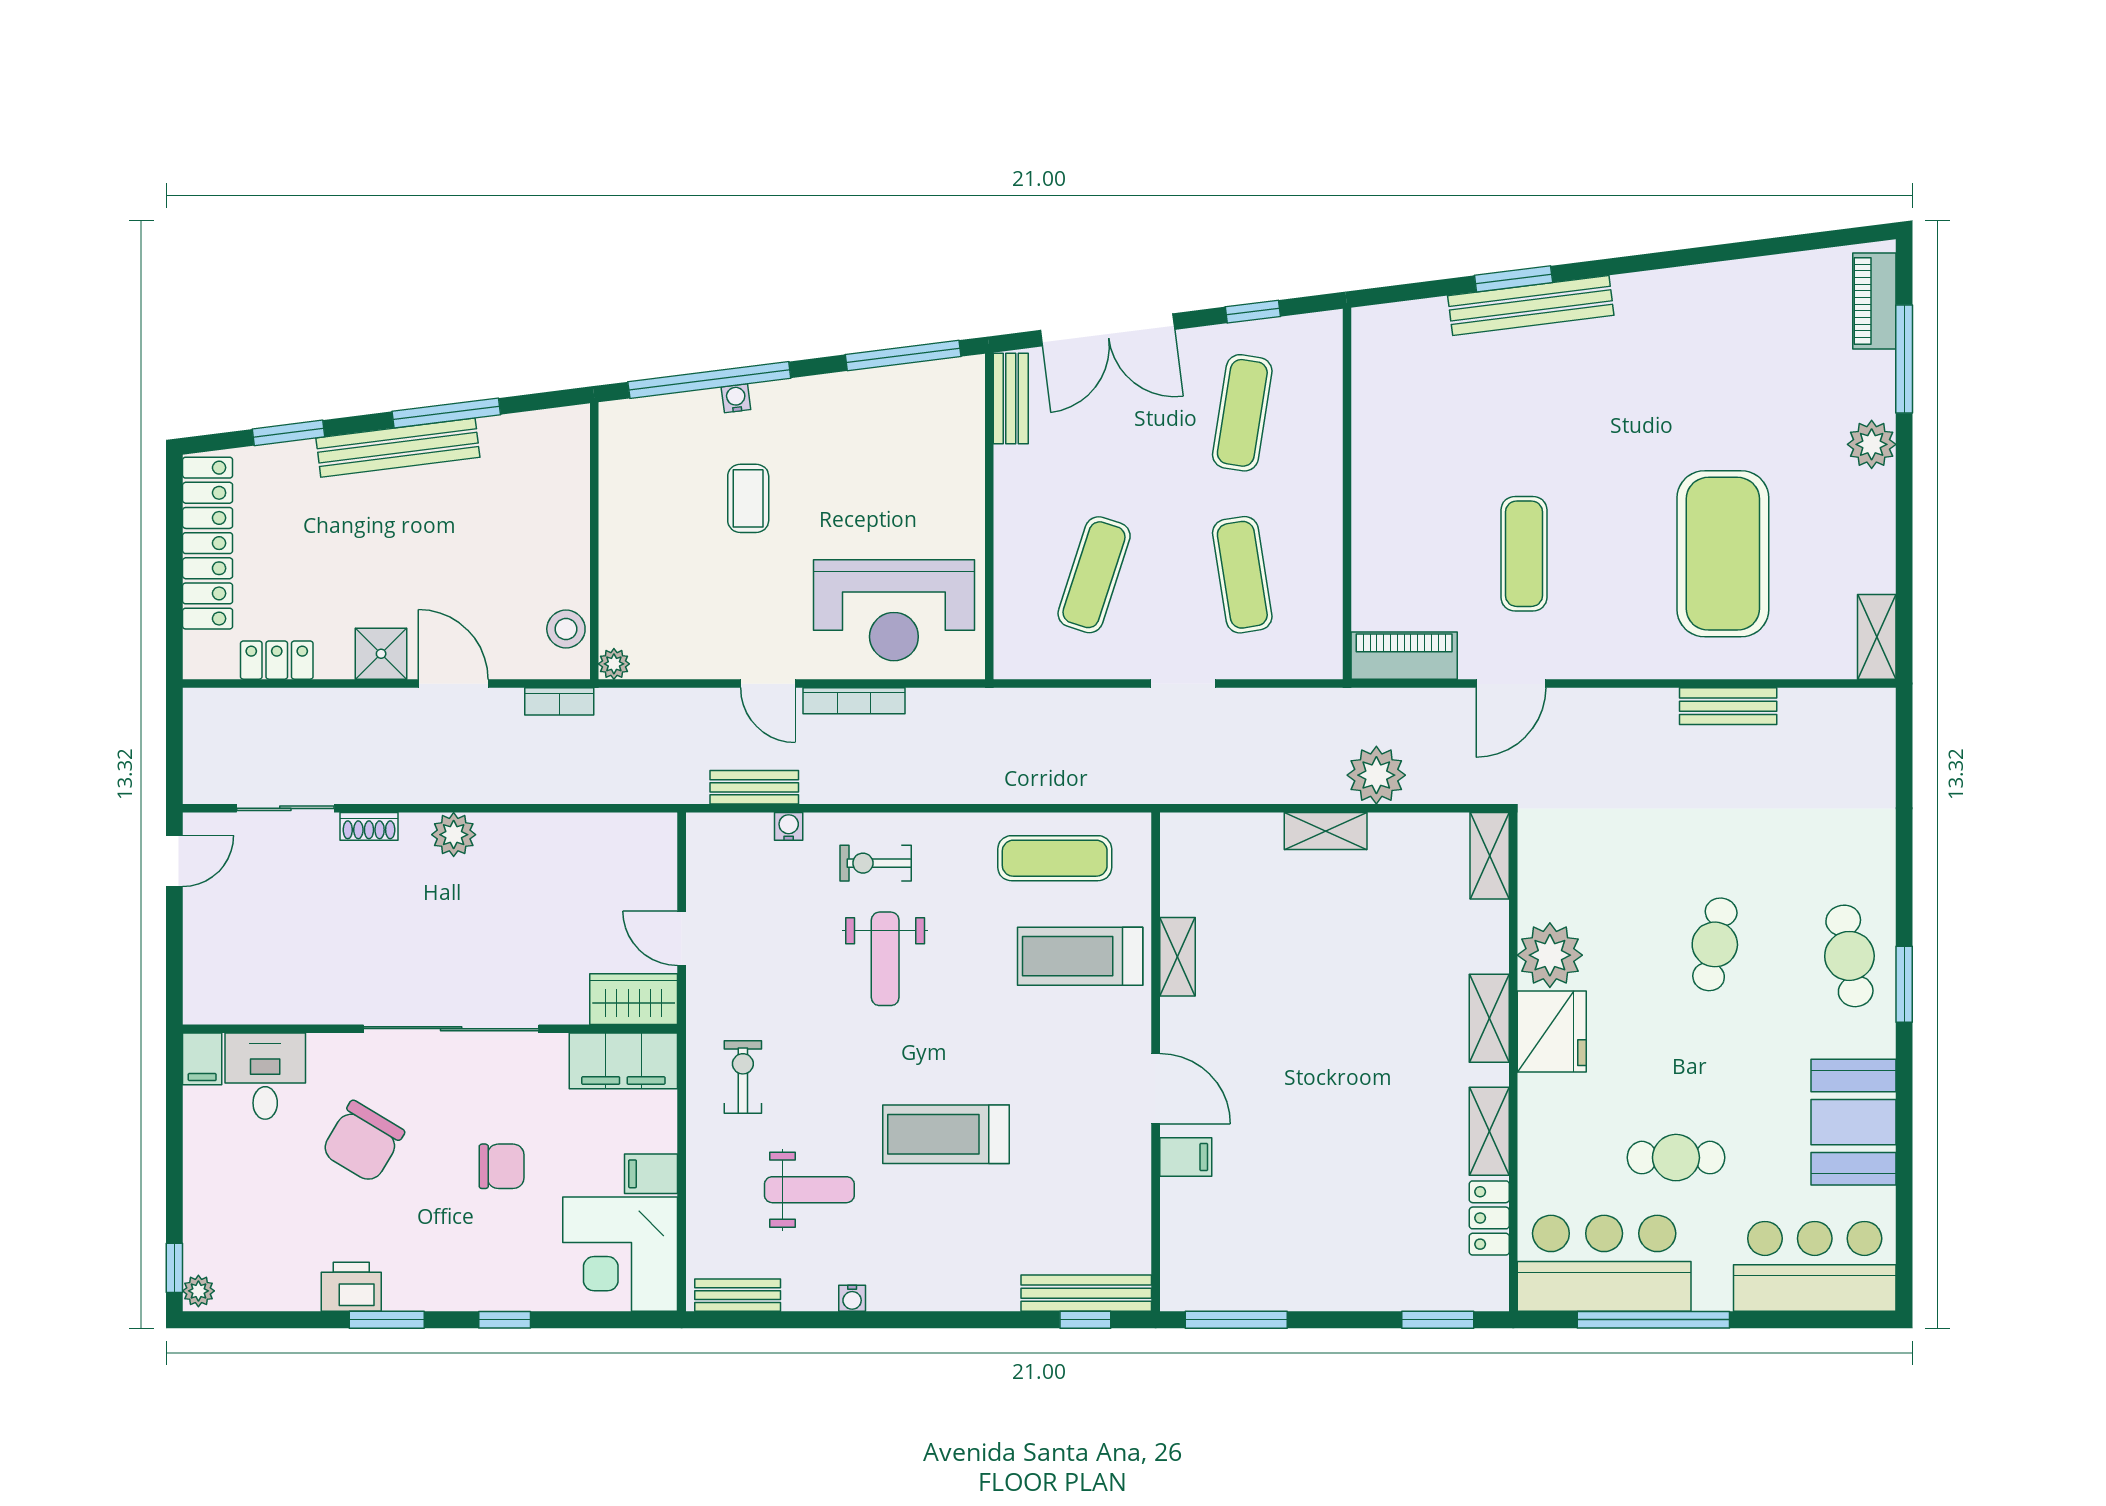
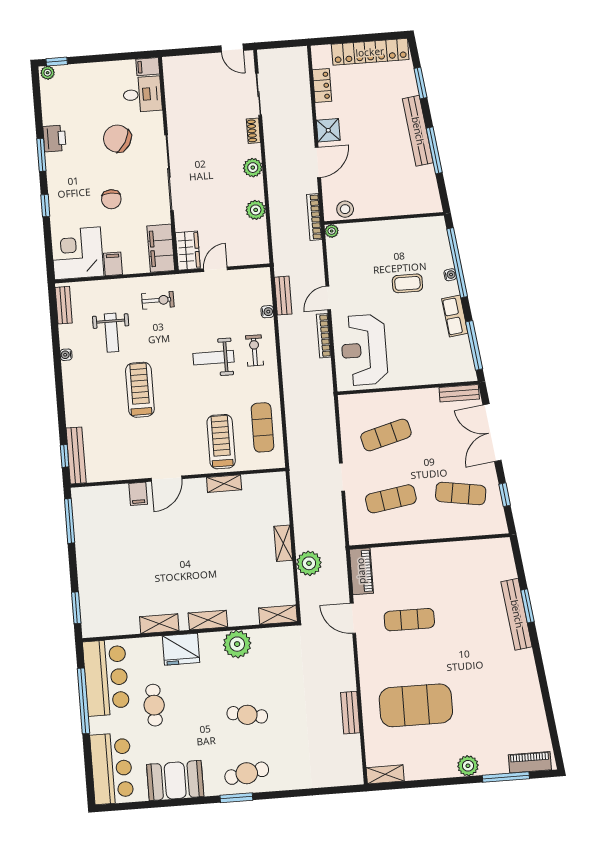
row of seats: (832, 395) -> (455, 316), added
exercise mat: (1094, 575) -> (386, 435), turned -33
bookcase: (559, 701) -> (314, 217), width x1.56
plant: (552, 835) -> (256, 210), added
fridge: (1552, 1031) -> (181, 649), moved
locker: (1489, 1218) -> (122, 627), removed

